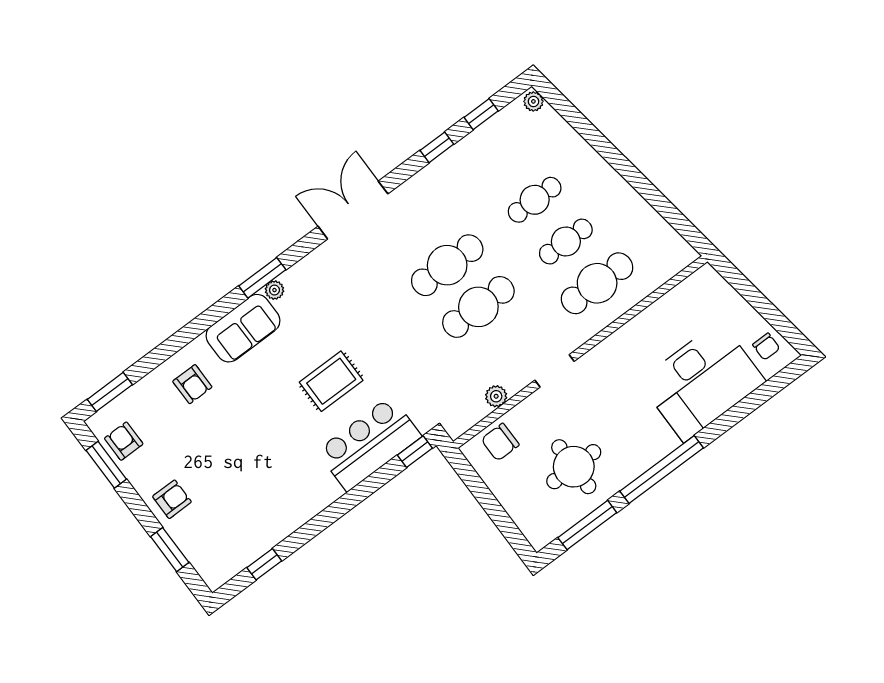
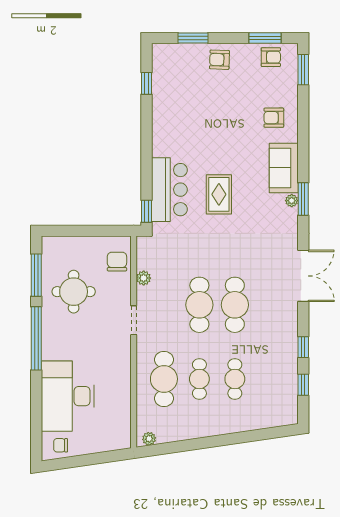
plant: (533, 101) -> (149, 439), moved
armchair: (172, 499) -> (220, 60), turned 92

